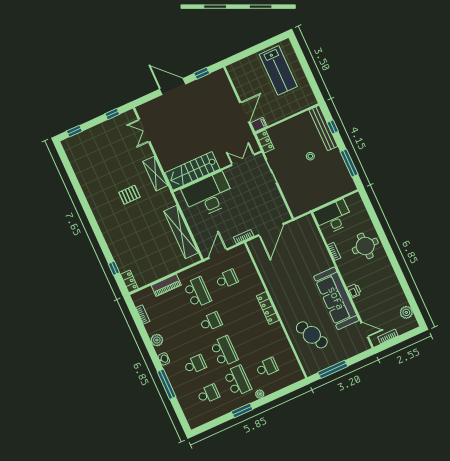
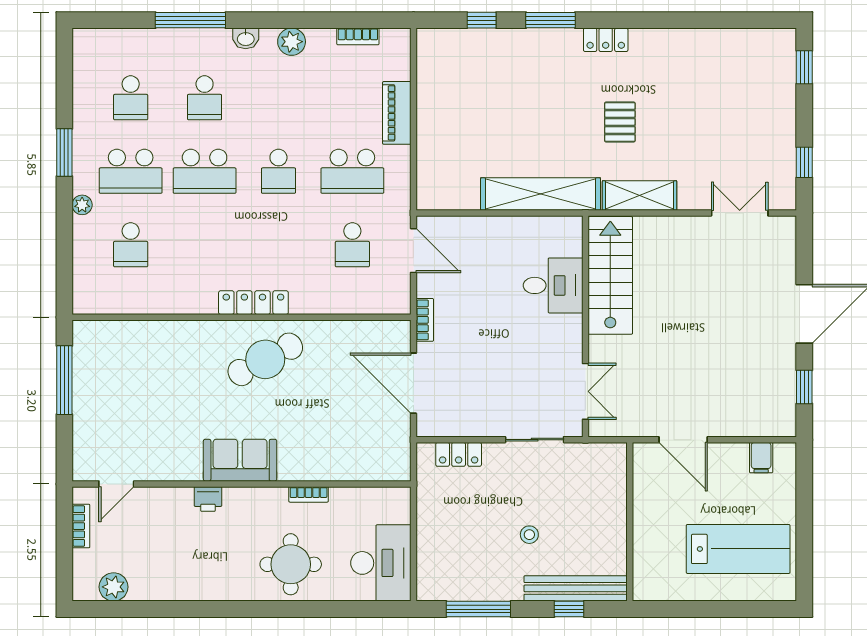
lab bench: (278, 70) -> (738, 549), turned 180
filing cabinet: (259, 125) -> (761, 458), moved
locker: (265, 141) -> (459, 454), moved
desk: (208, 195) -> (553, 285), width x0.53, depth x0.77
desk: (333, 217) -> (381, 563), moved
shelving: (181, 232) -> (541, 194), moved
window: (101, 241) -> (551, 20), added
locker: (129, 281) -> (606, 40), moved
sofa: (336, 298) -> (240, 460), width x0.54, depth x0.79
cafe table: (312, 335) -> (265, 359), moved

